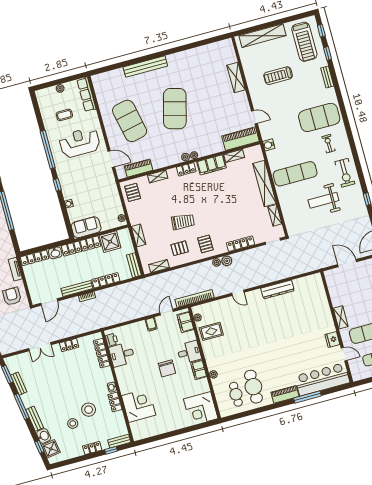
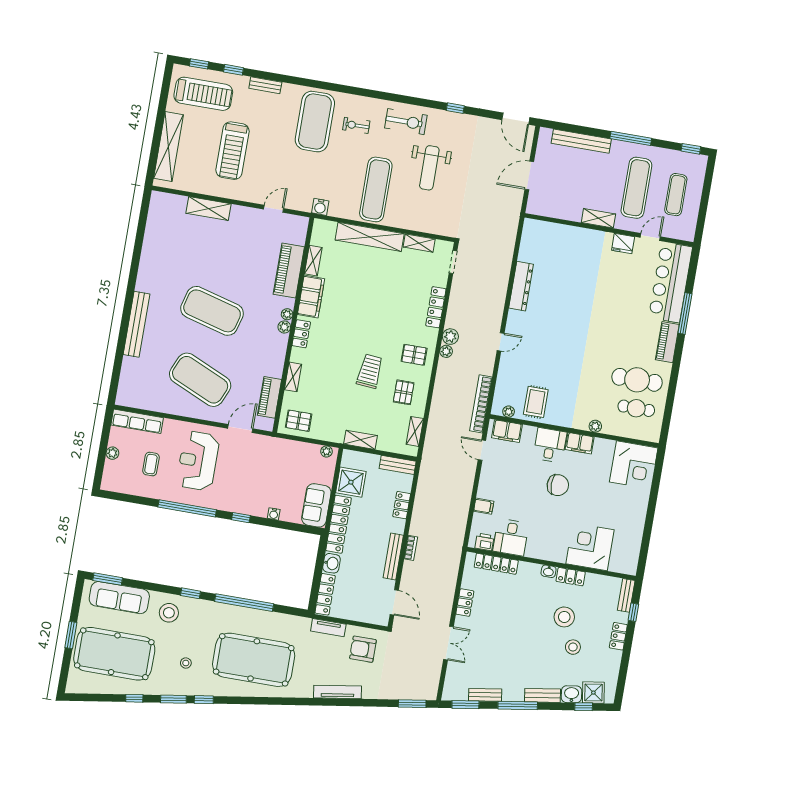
treadmill: (278, 76) -> (233, 151), width x1.37, depth x1.38
exercise mat: (130, 121) -> (200, 380), turned 36
piano: (240, 139) -> (289, 270), moved
locker: (106, 280) -> (402, 505), width x0.66
filing cabinet: (151, 324) -> (484, 506), moved

